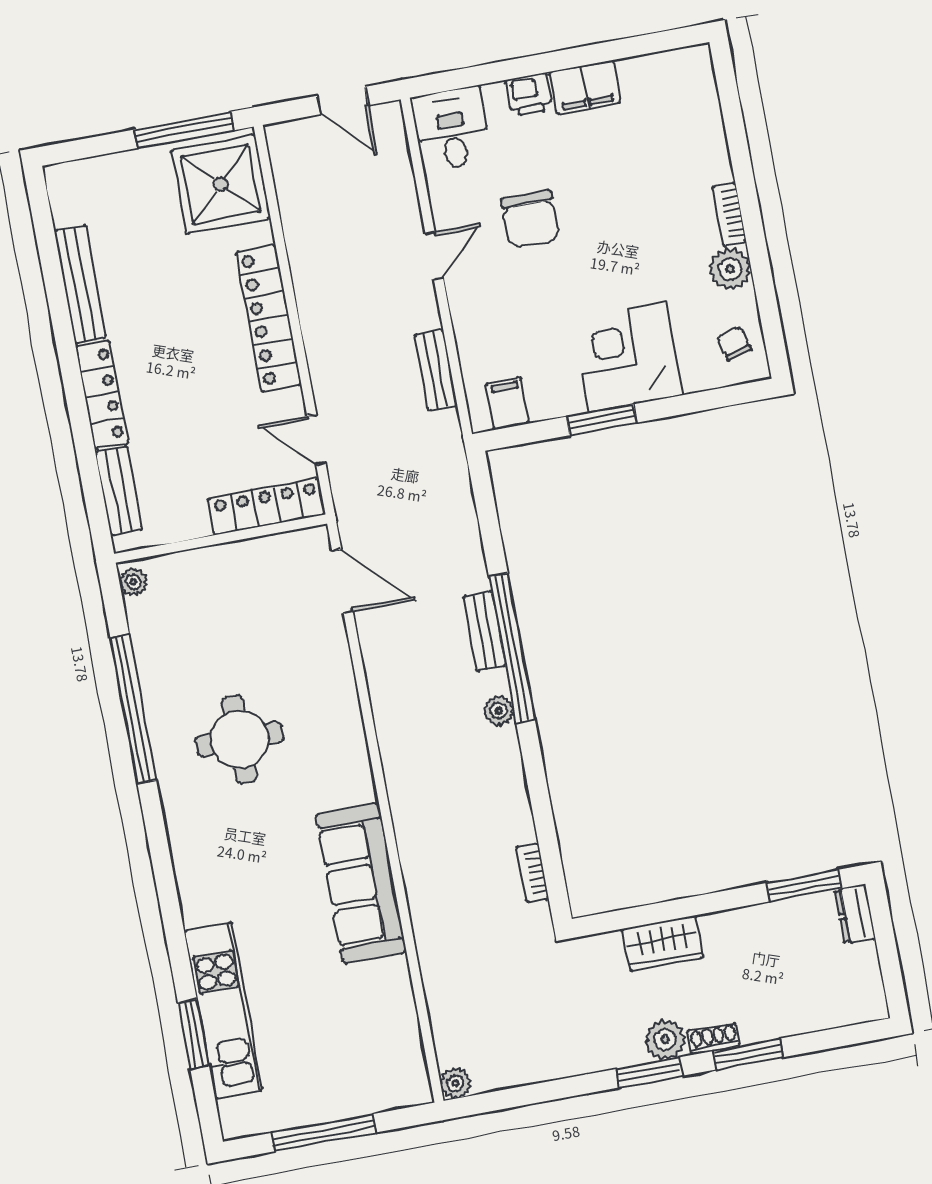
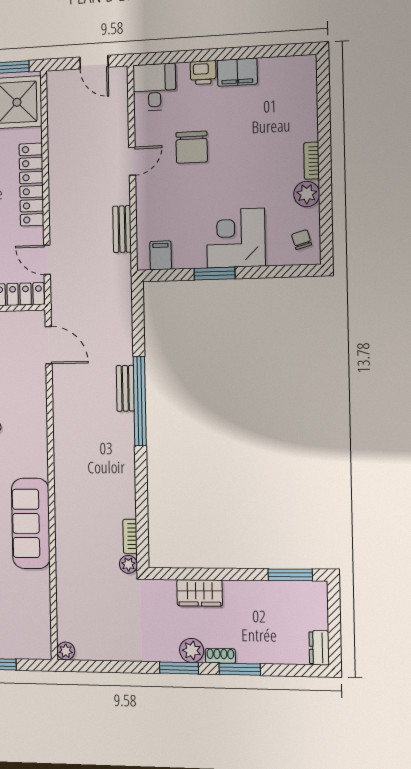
plant: (499, 711) -> (128, 564), moved
dresser: (855, 914) -> (319, 648), moved

